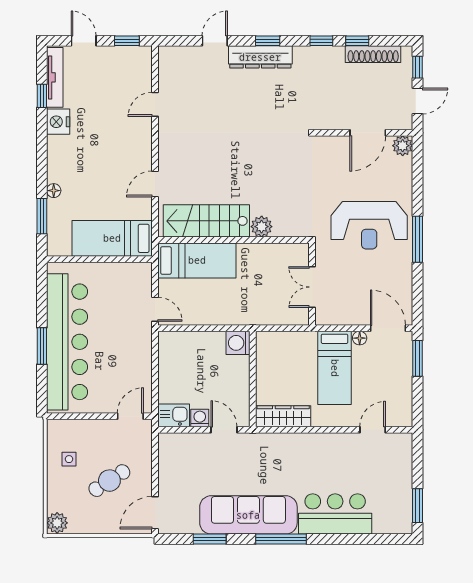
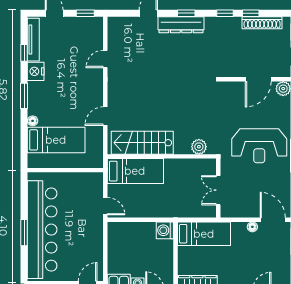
window: (42, 216) -> (24, 96), moved
plant: (262, 227) -> (199, 147), moved
bed: (112, 238) -> (56, 140), moved, turned 180
bed: (335, 368) -> (204, 234), moved, turned -90

